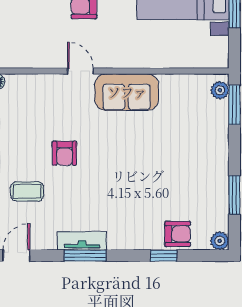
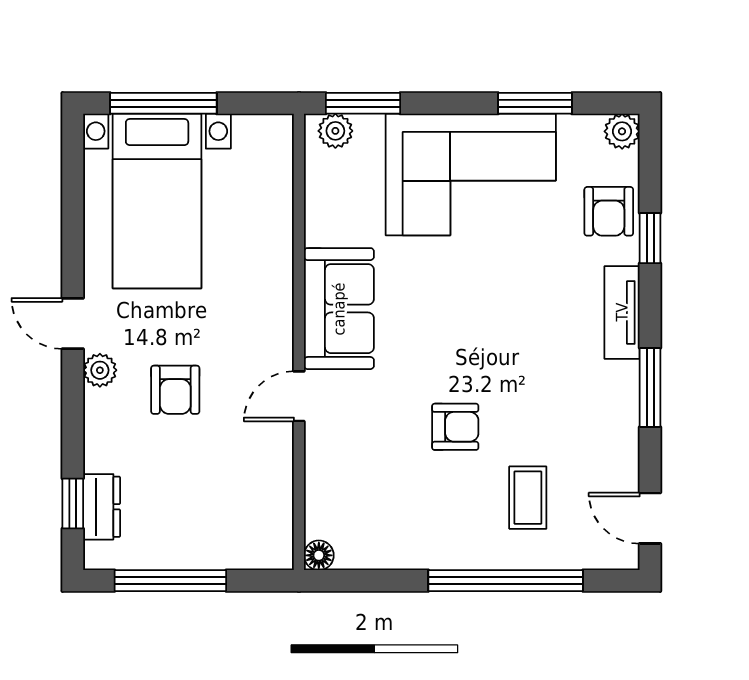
corner sofa: (197, 161) -> (471, 175), added
armchair: (178, 234) -> (609, 211), turned 180
tv unit: (82, 241) -> (622, 312), moved

